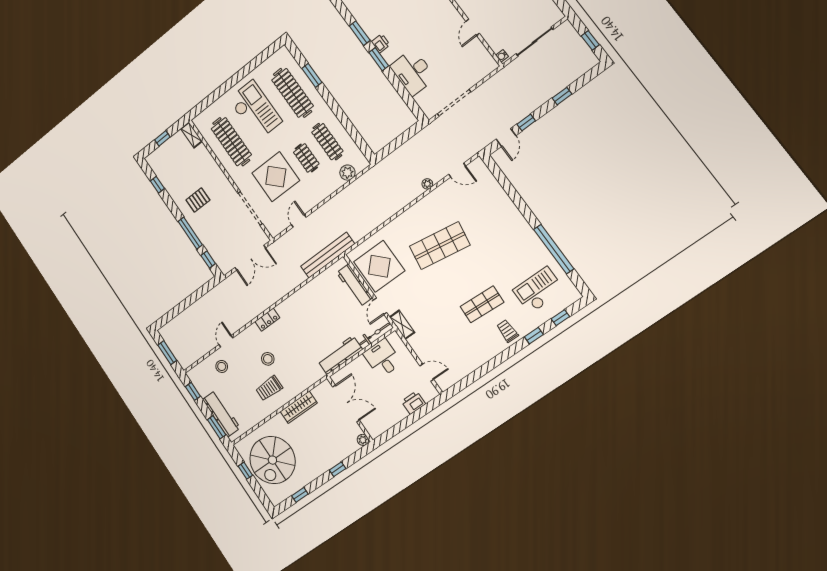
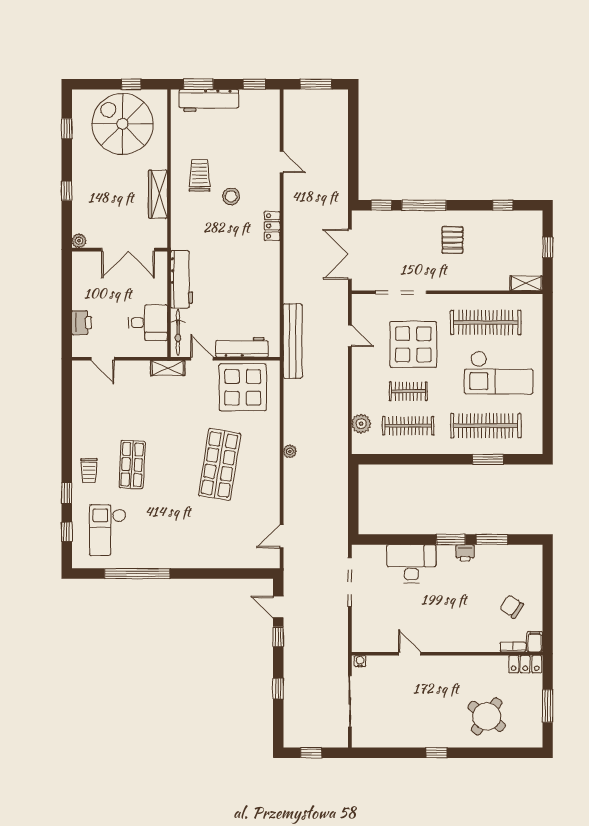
plant: (427, 184) -> (290, 451), moved
checkout: (539, 290) -> (108, 530), turned 180
trolley: (507, 331) -> (89, 471), turned 90
stool: (222, 366) -> (258, 138), removed
door: (427, 373) -> (103, 359), hinge flipped

